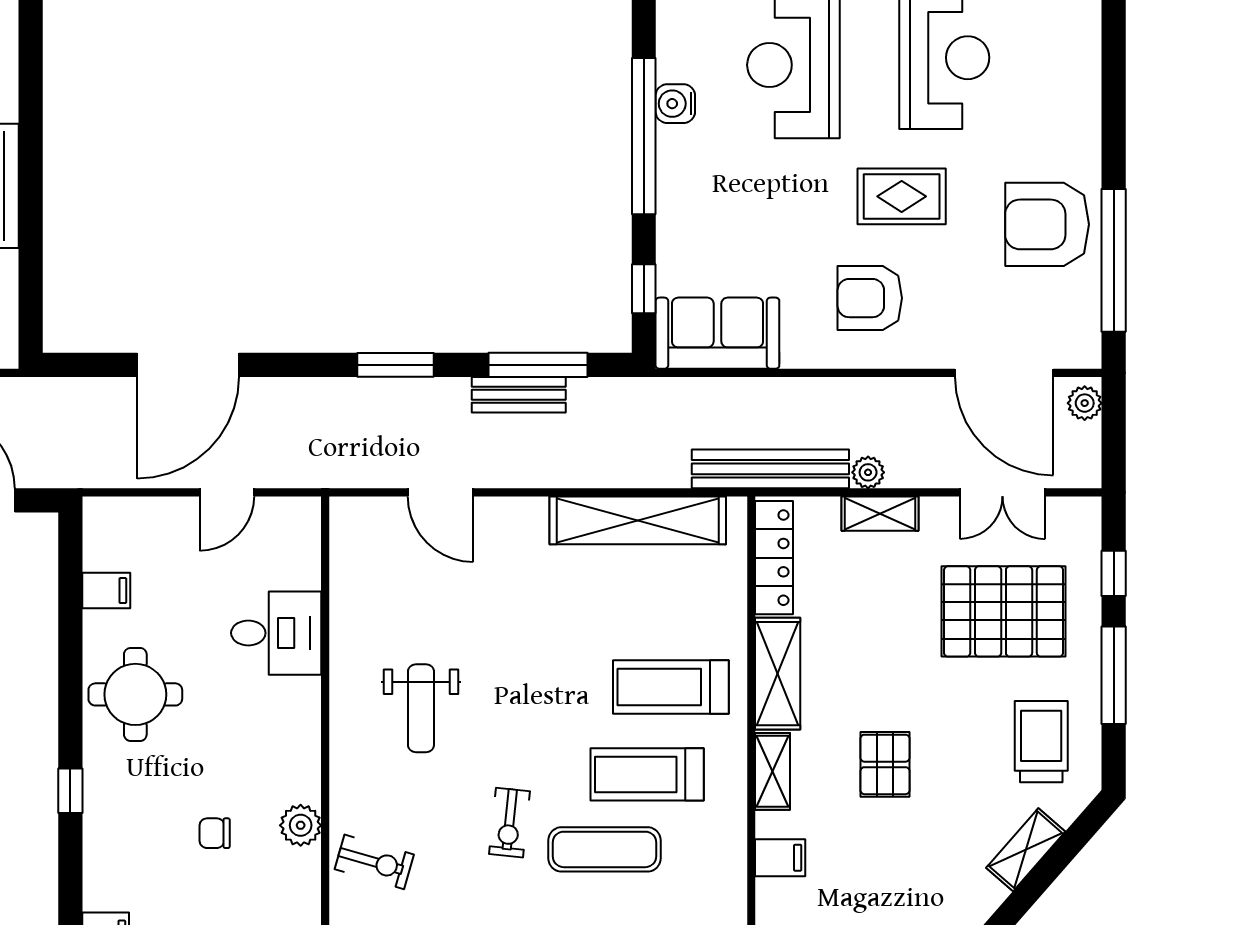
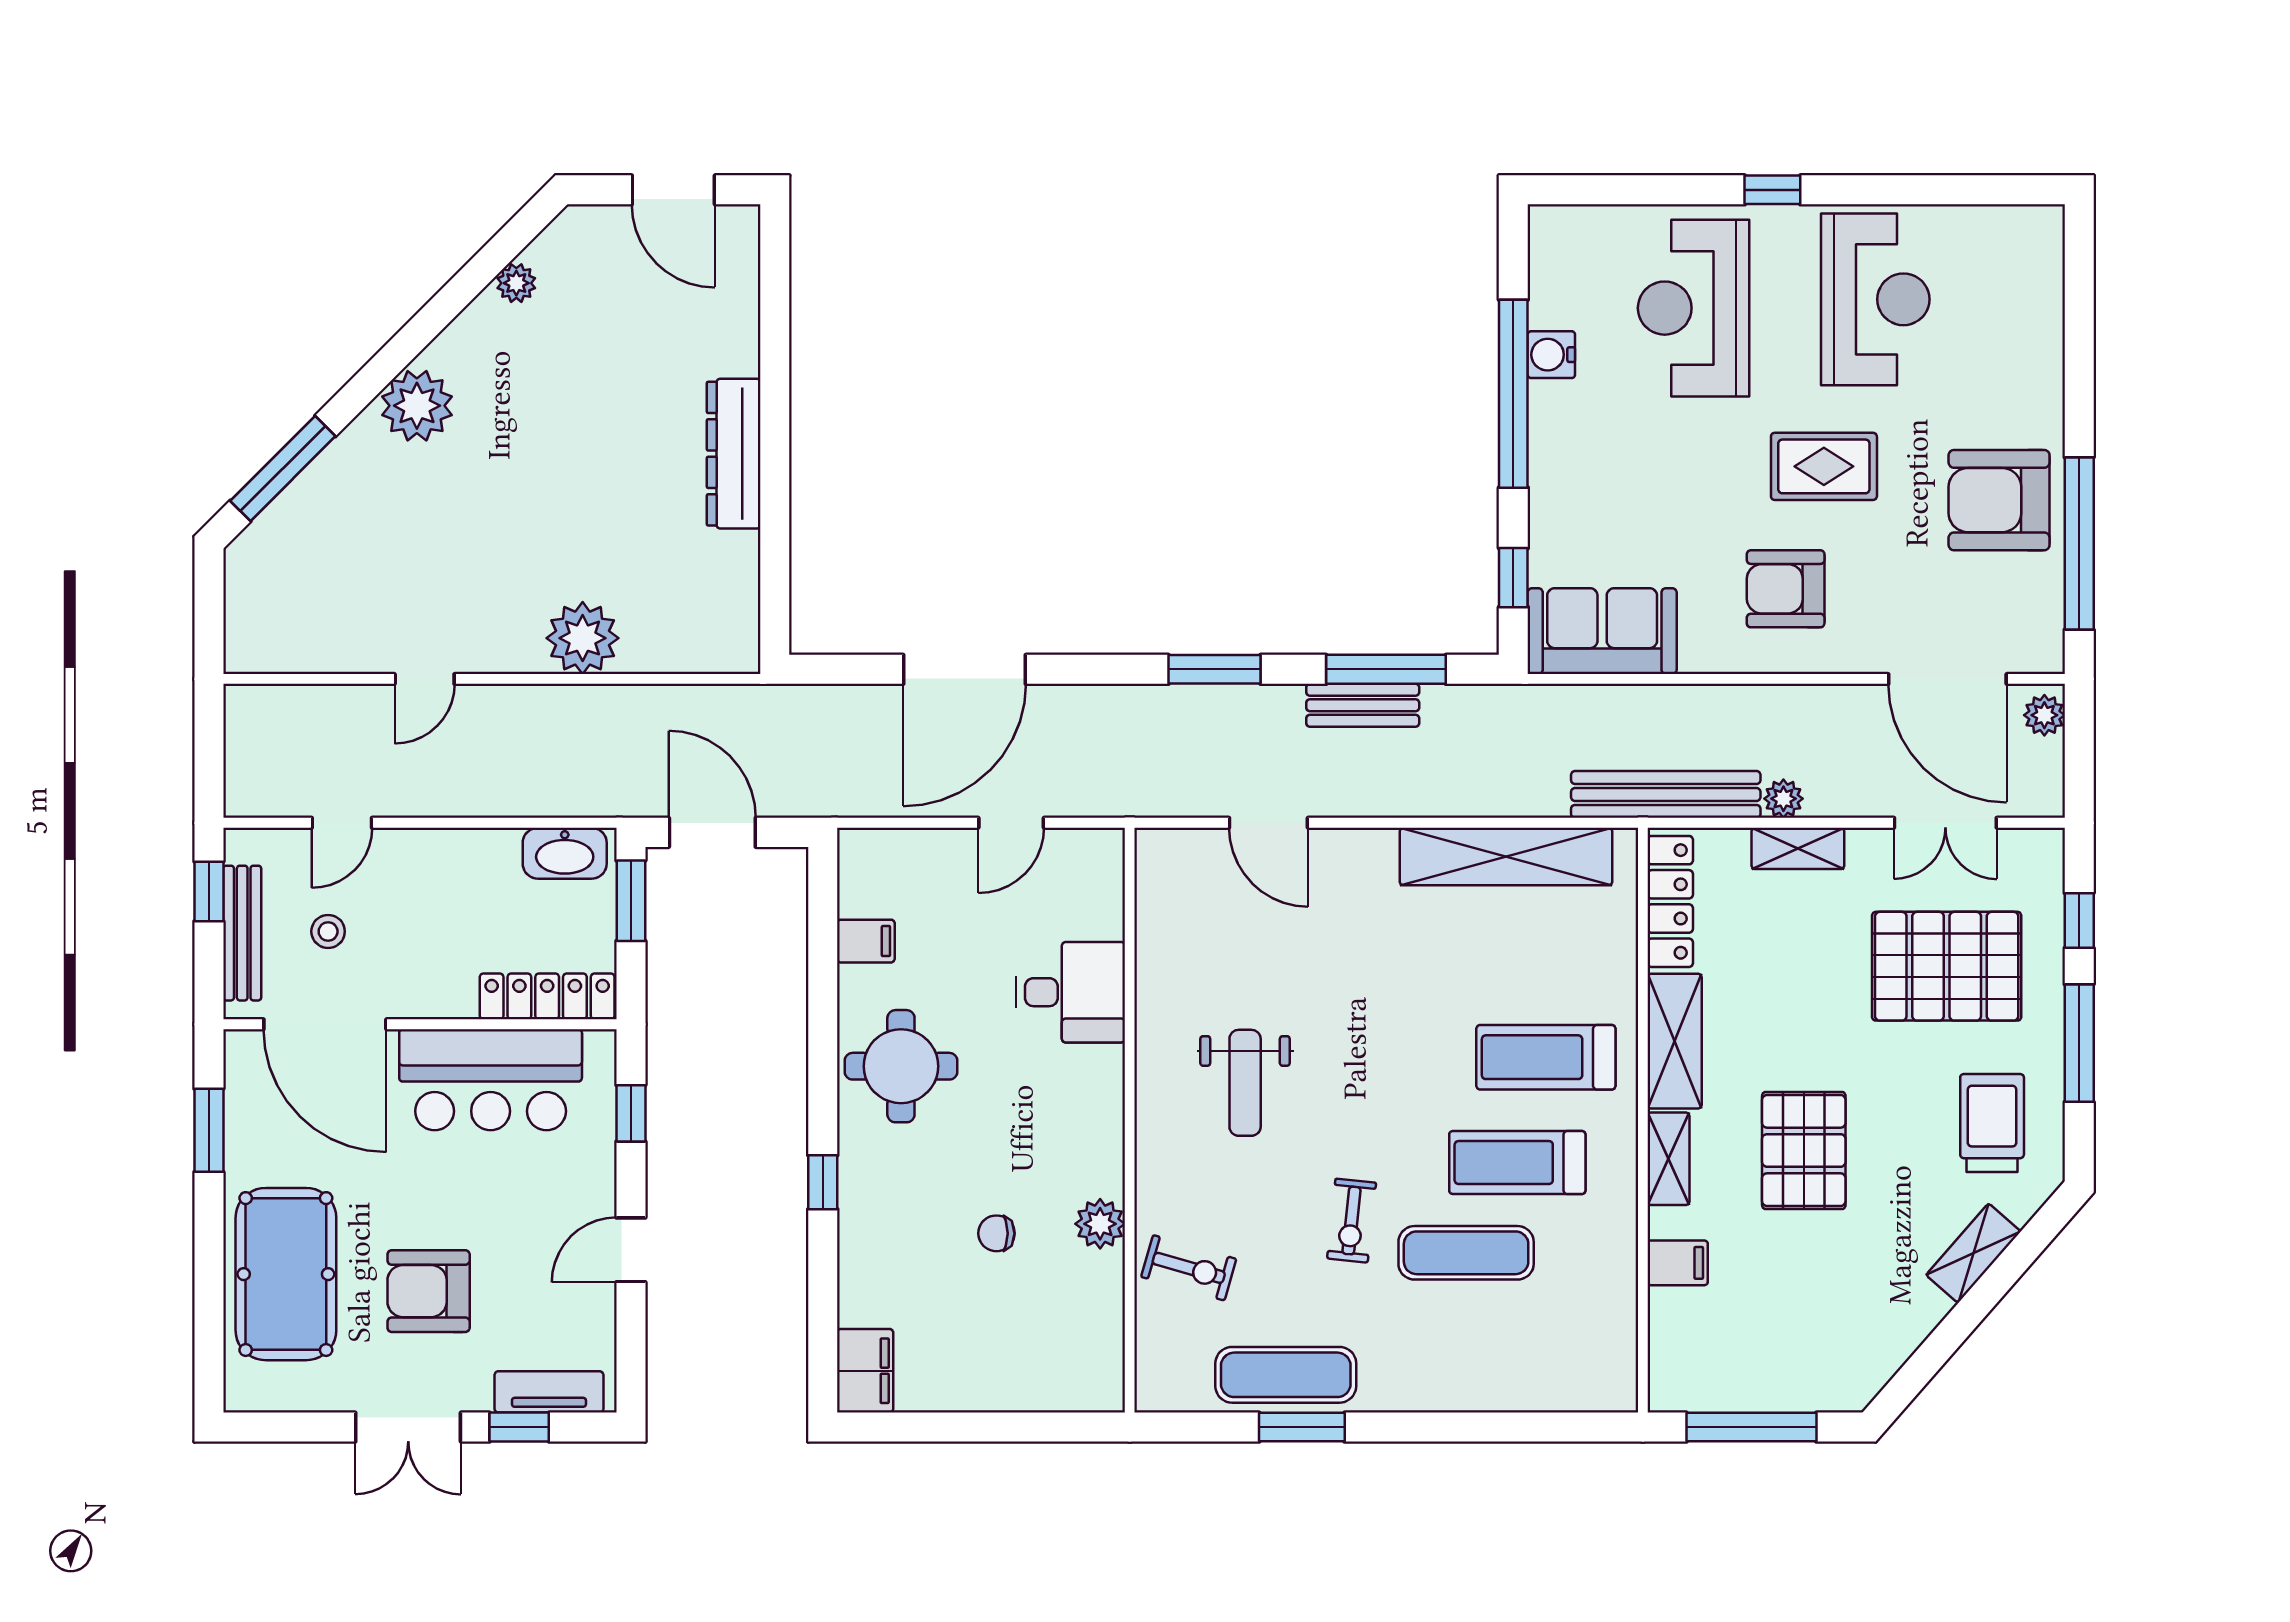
pallet: (885, 764) -> (1804, 1150), width x1.50, depth x1.42

